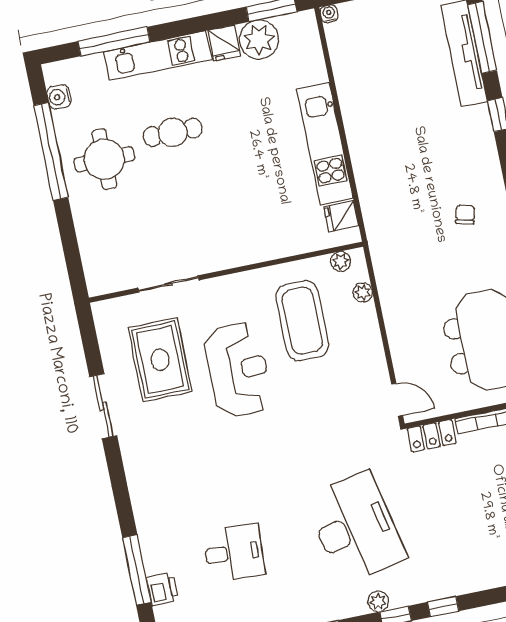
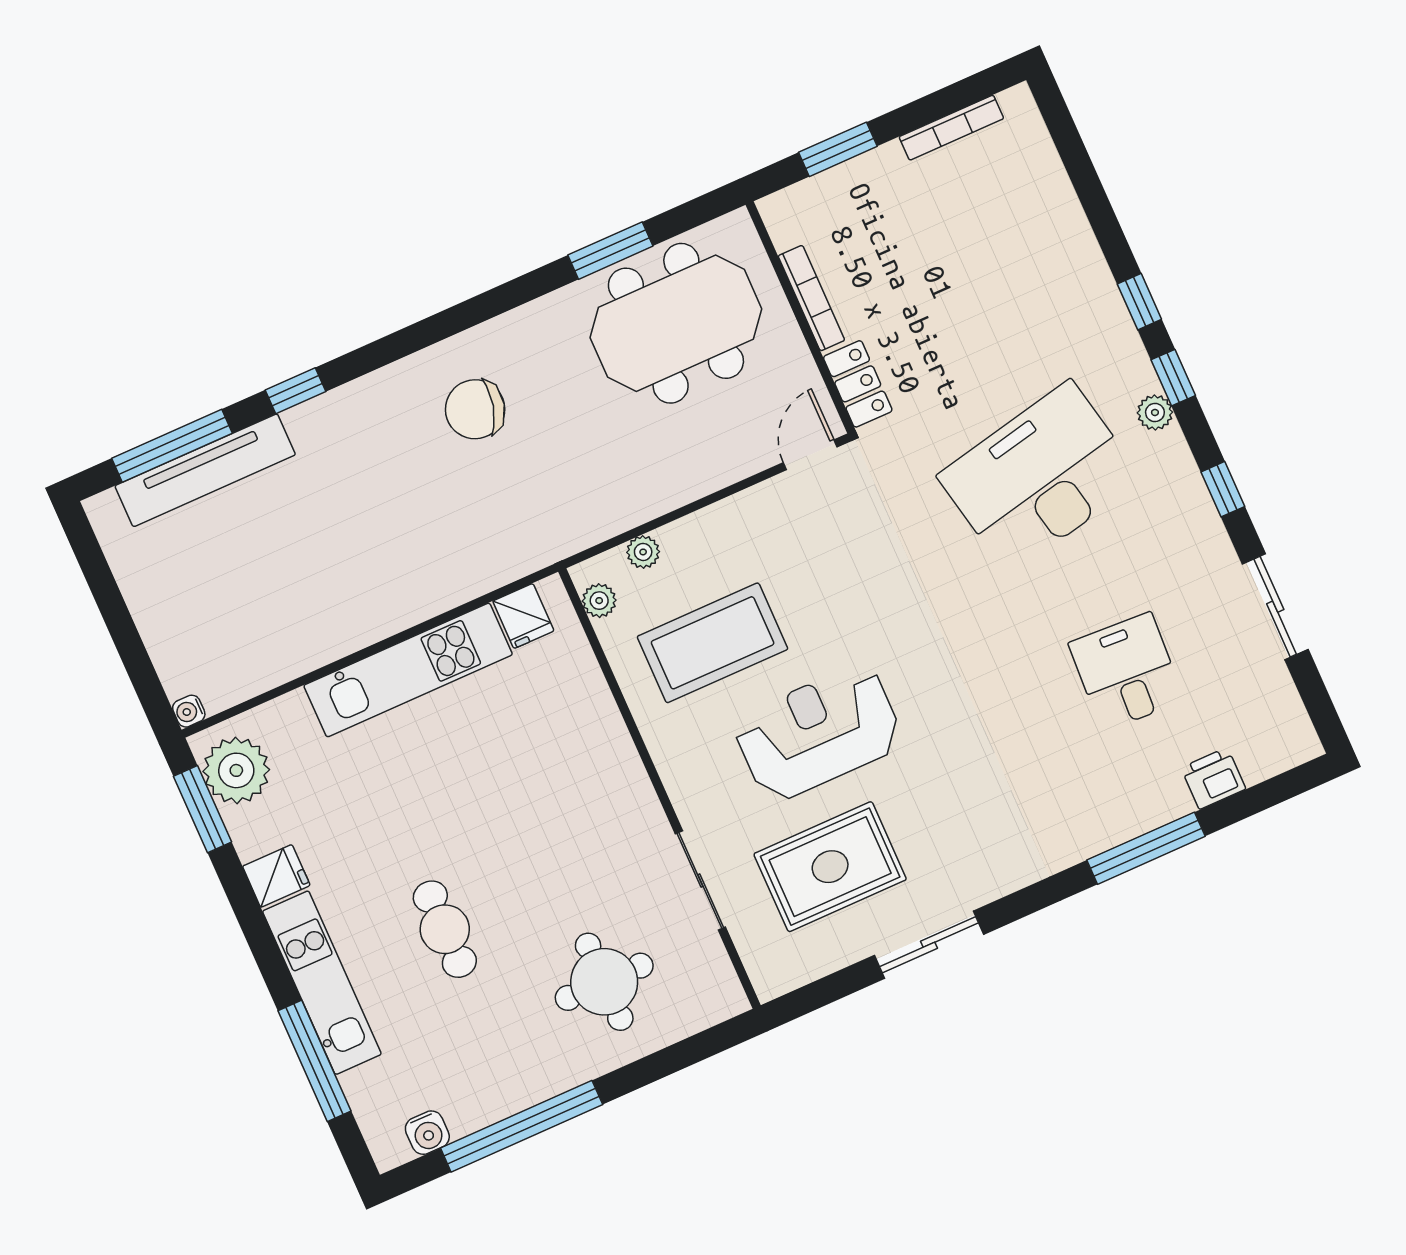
plant: (259, 40) -> (236, 770), moved
round table: (104, 159) -> (604, 982), moved
chair: (465, 215) -> (475, 409), width x1.87, depth x1.87
window: (137, 570) -> (1146, 848), moved

